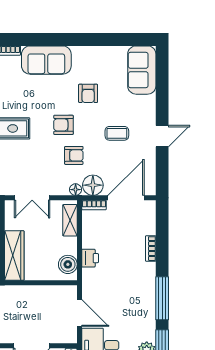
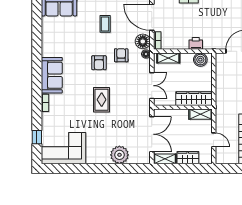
armchair: (88, 93) -> (76, 45), removed

